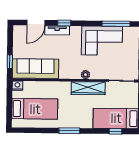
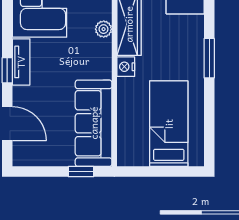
tv unit: (57, 30) -> (21, 62), moved
nightstand: (17, 86) -> (126, 67), moved

